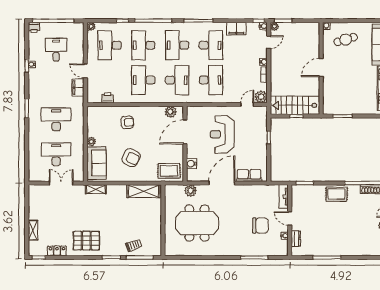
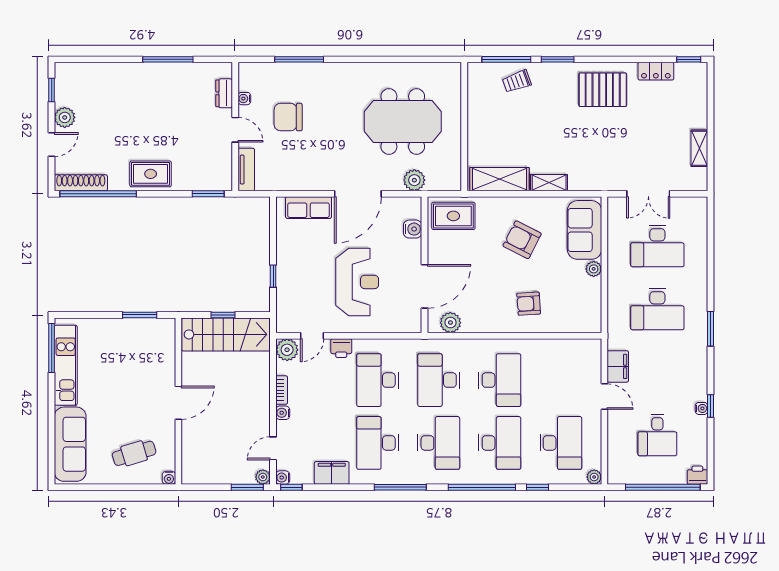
printer: (107, 98) -> (341, 348), moved
shelving: (96, 189) -> (549, 183), moved
shelving: (33, 230) -> (699, 148), moved

